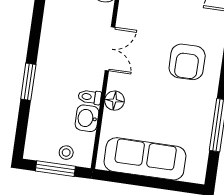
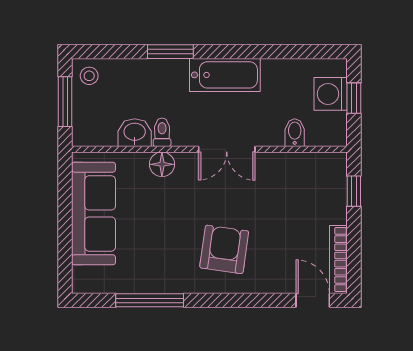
bathtub: (52, 42) -> (225, 75), added
armchair: (187, 62) -> (224, 249), turned 98
stool: (66, 153) -> (89, 76), moved

